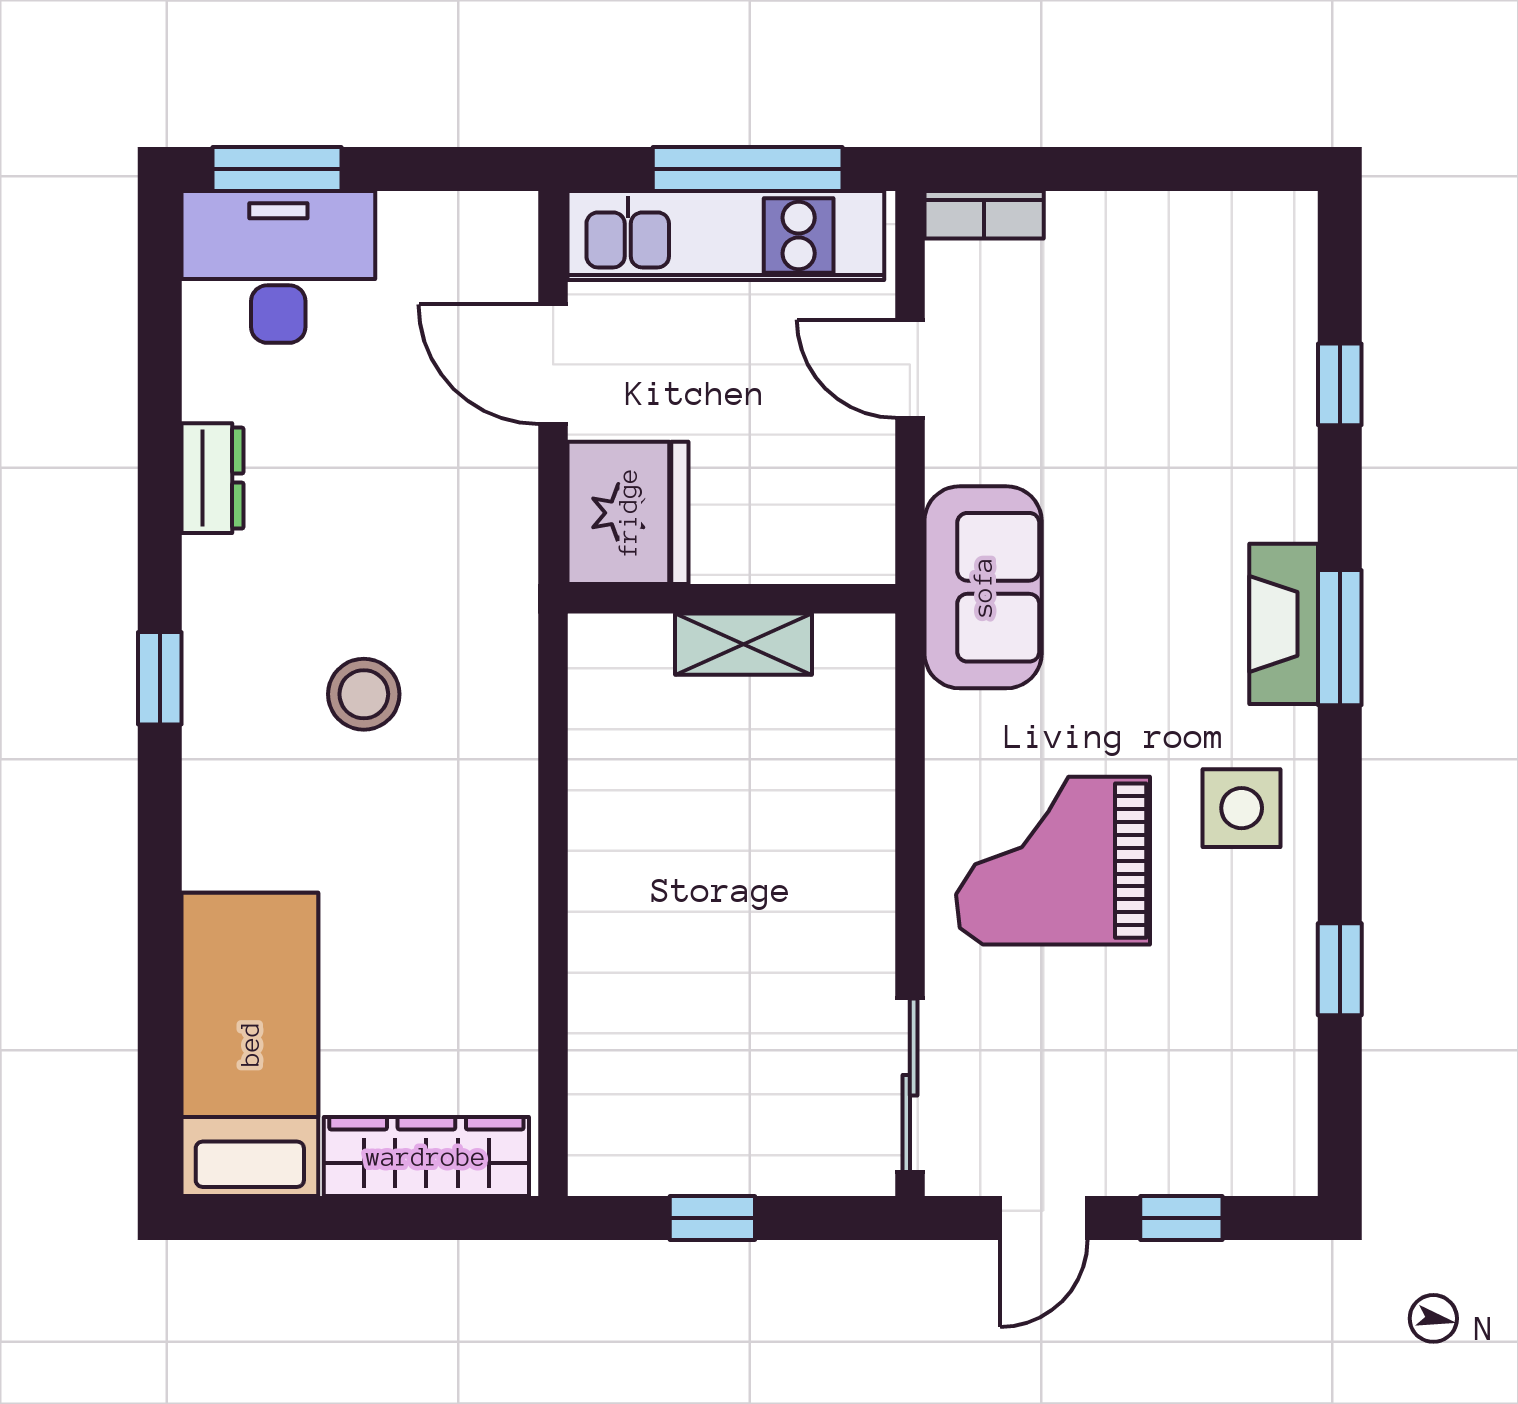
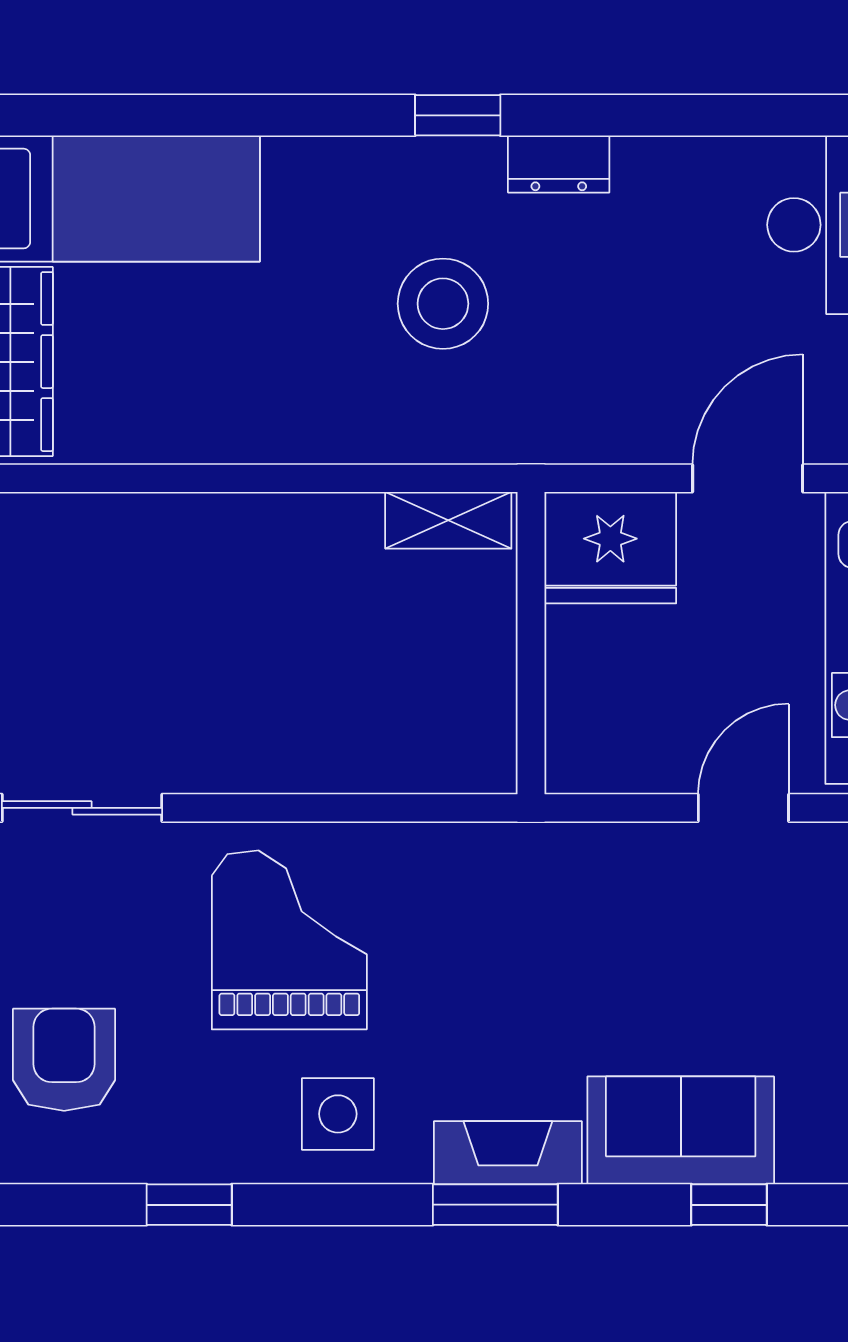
dresser: (212, 478) -> (559, 164), moved
sofa: (983, 587) -> (681, 1130), moved, turned 180
shelving: (744, 644) -> (448, 520), moved, turned 90
stool: (364, 694) -> (443, 304), width x1.38, depth x1.38
armchair: (1183, 1105) -> (64, 1060), added

